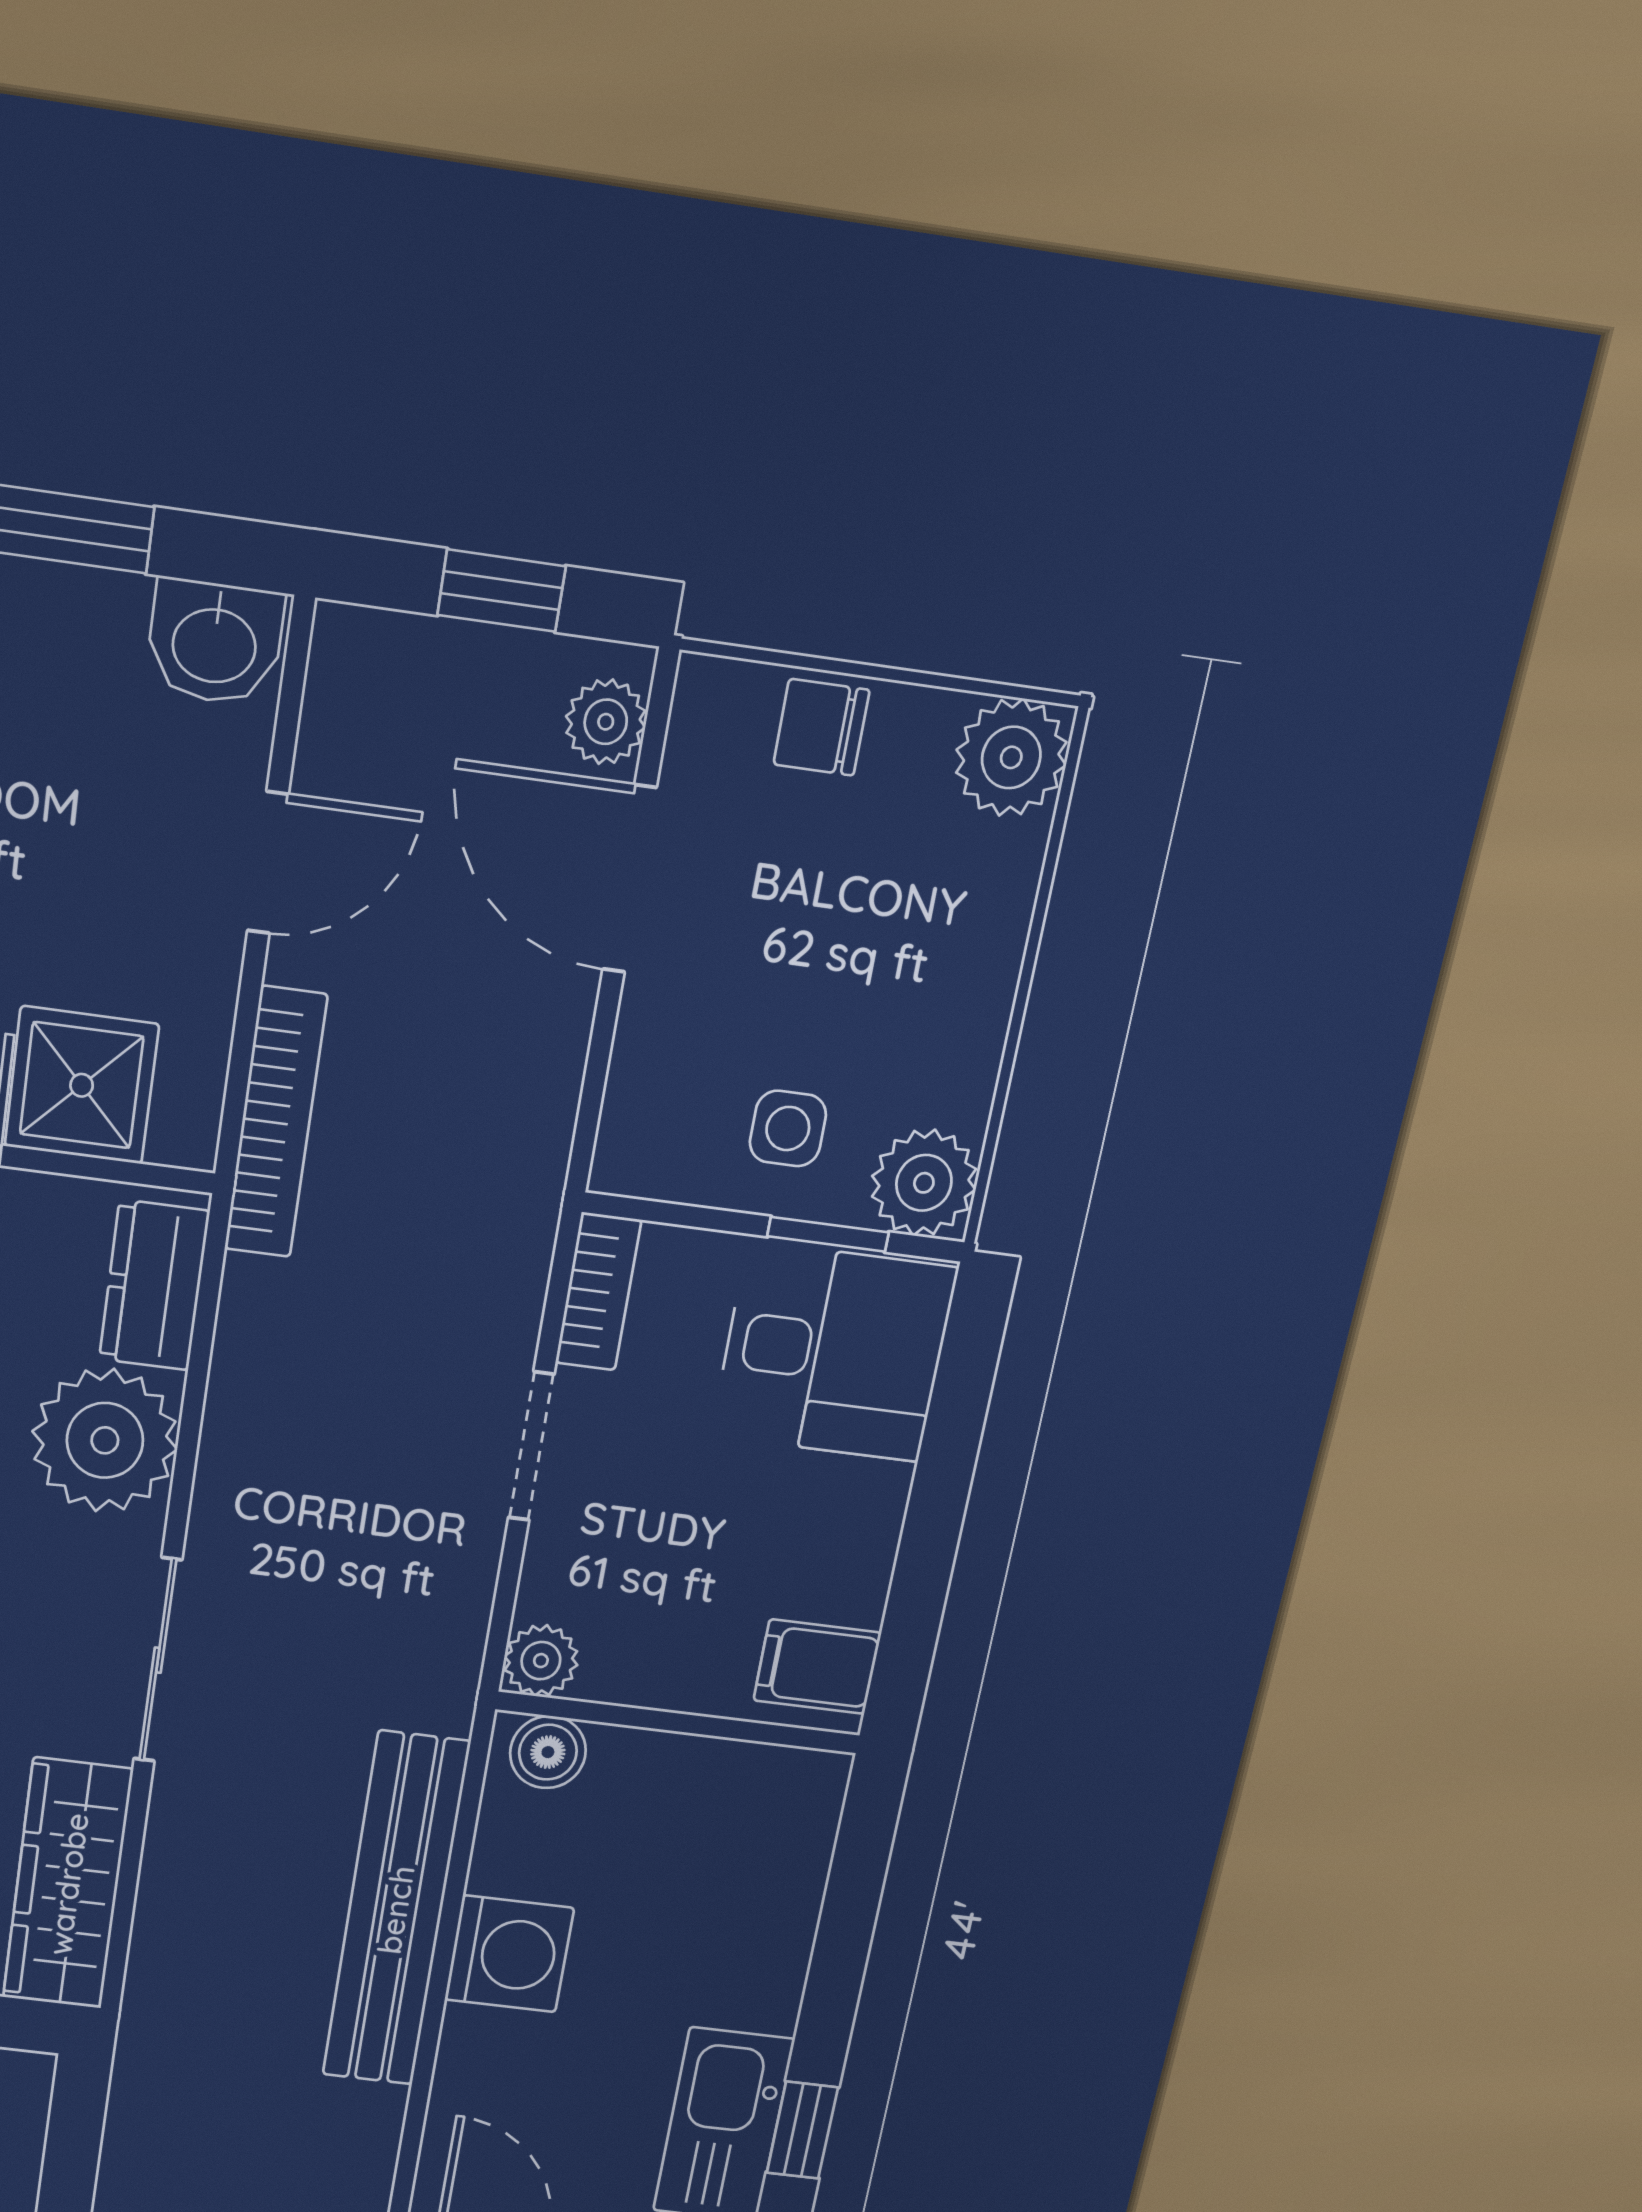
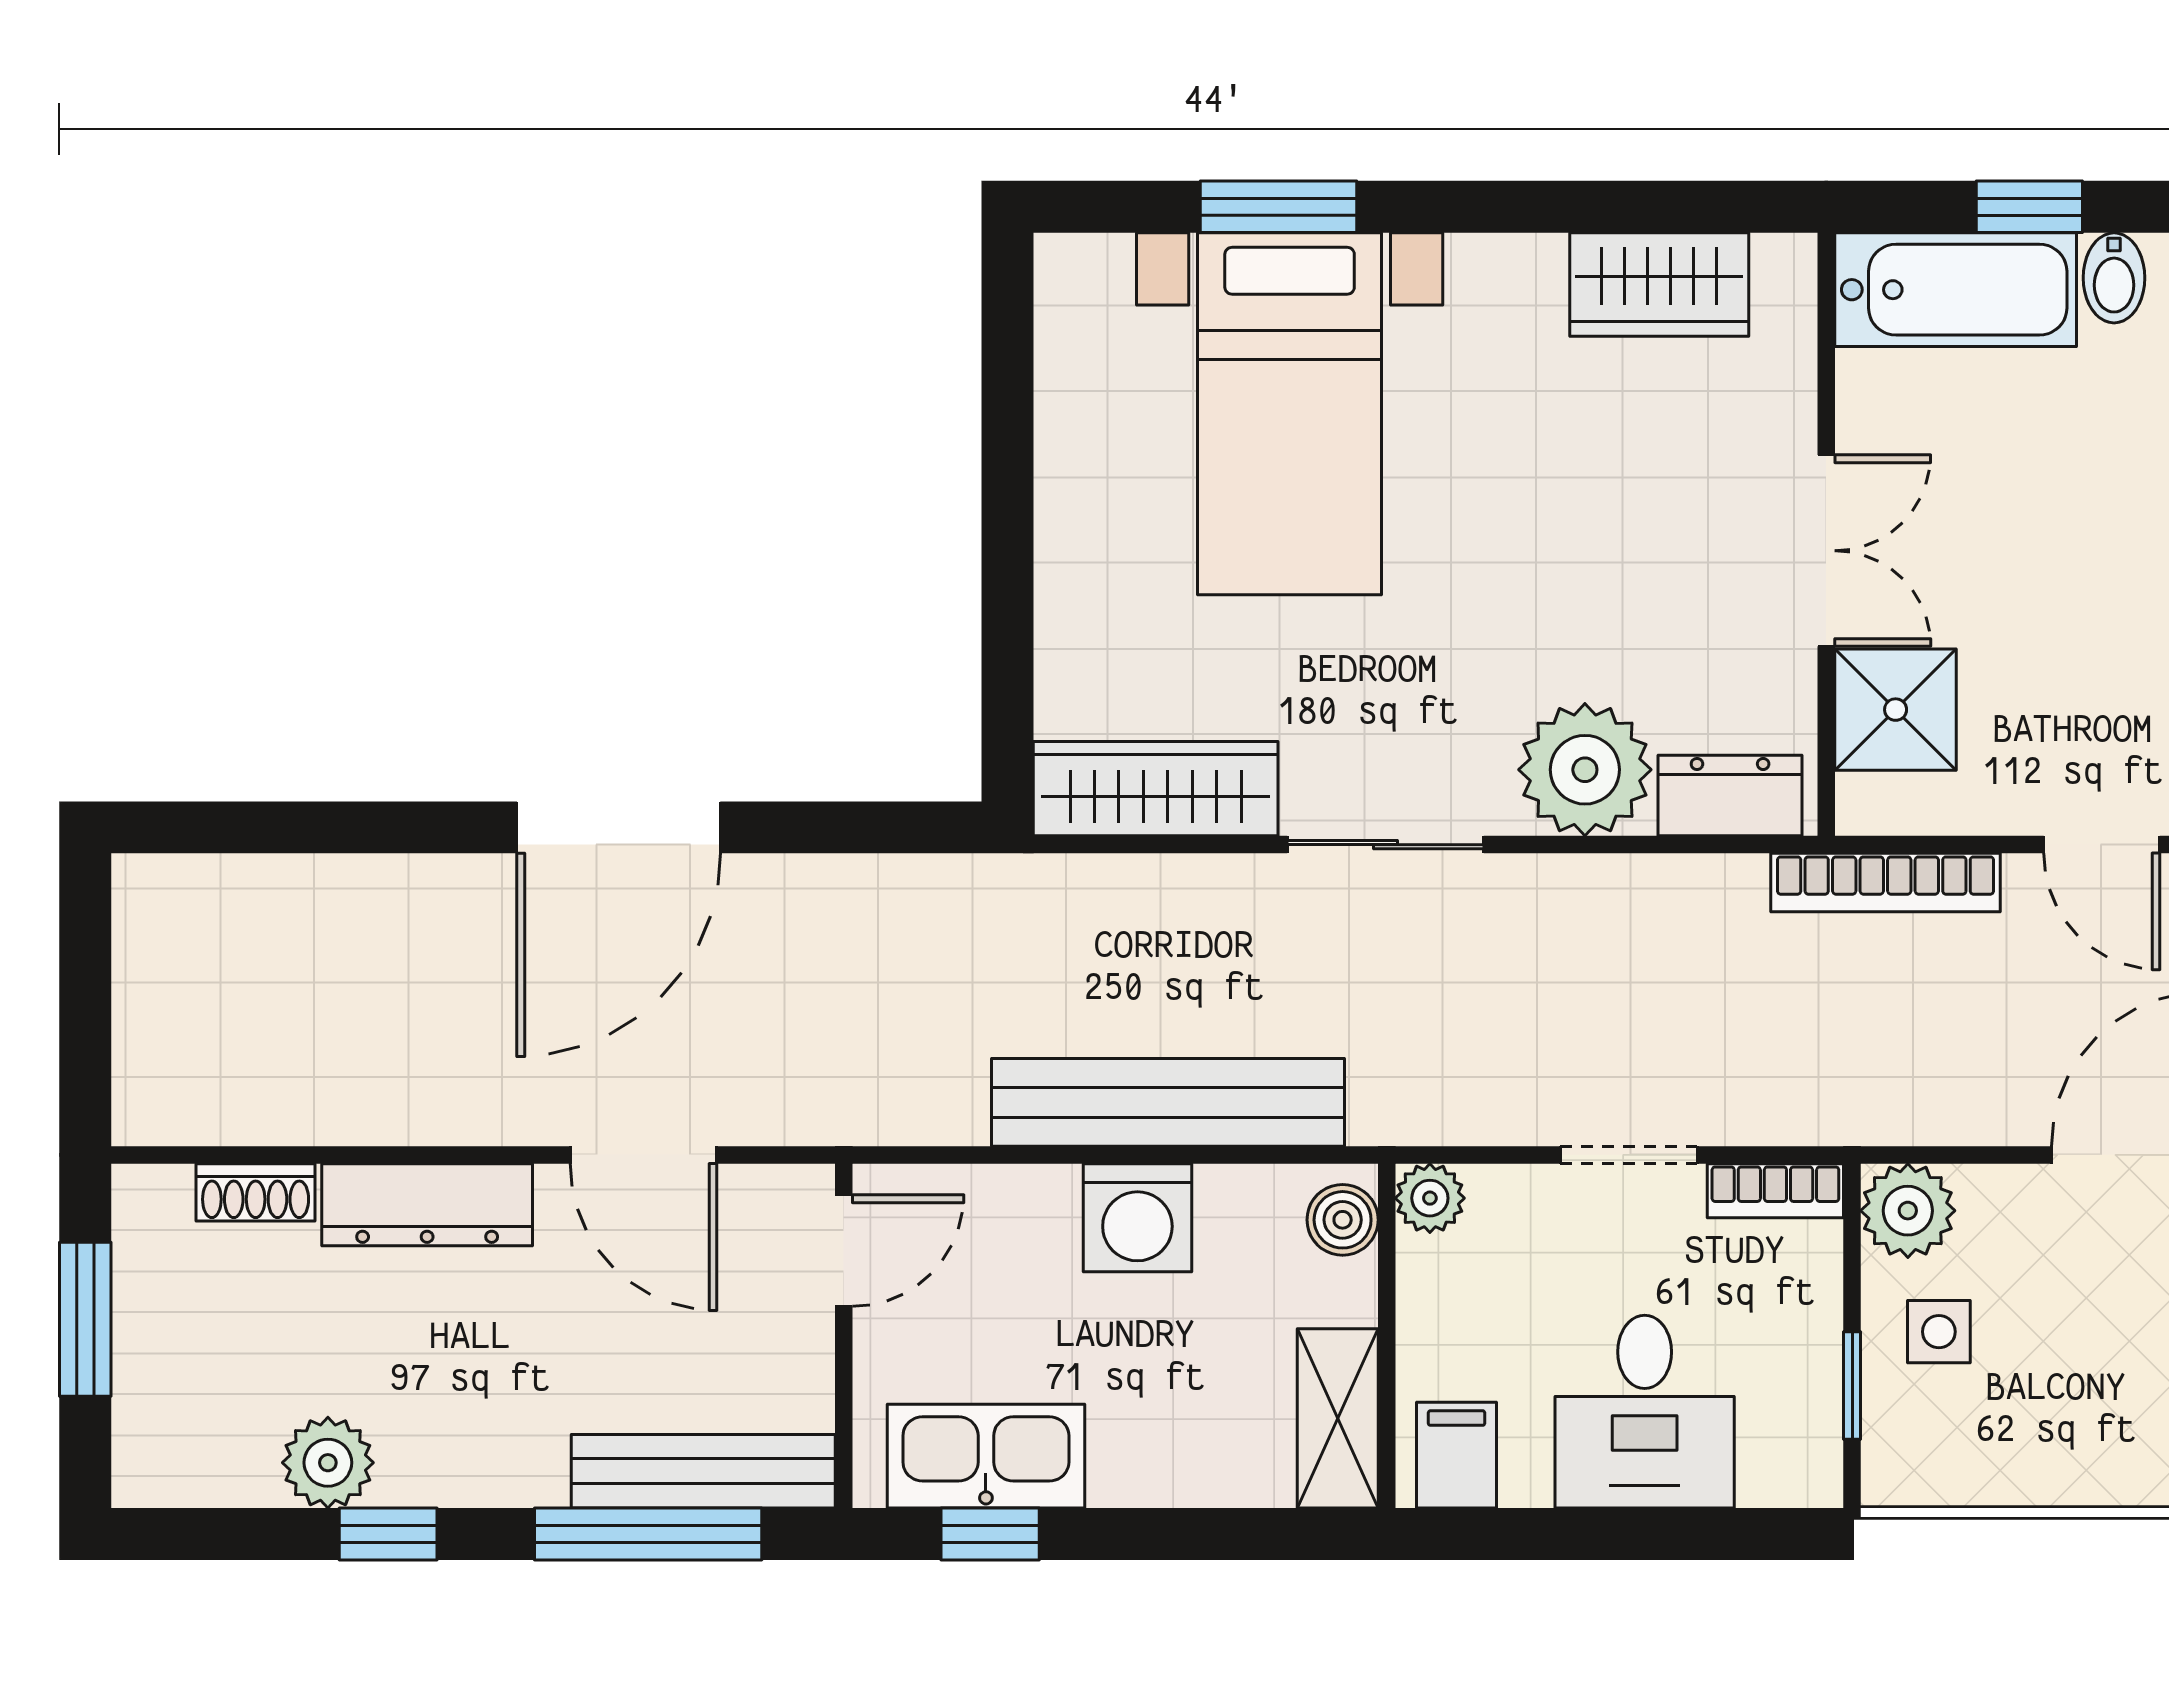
plant: (924, 1183) -> (1908, 1211), moved
desk: (834, 1352) -> (1645, 1412), moved
shelving: (754, 1782) -> (1338, 1418), added

